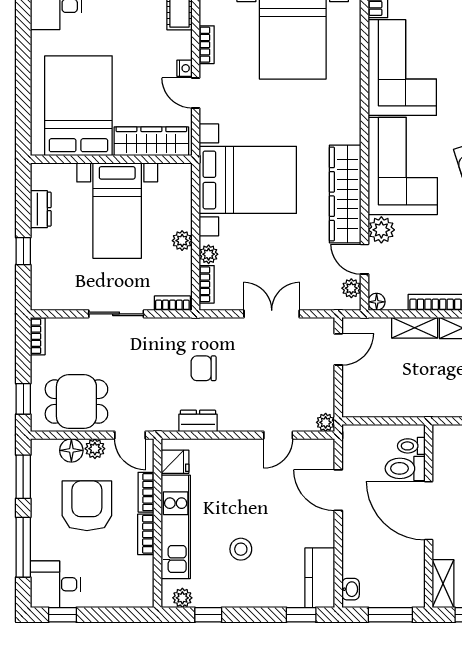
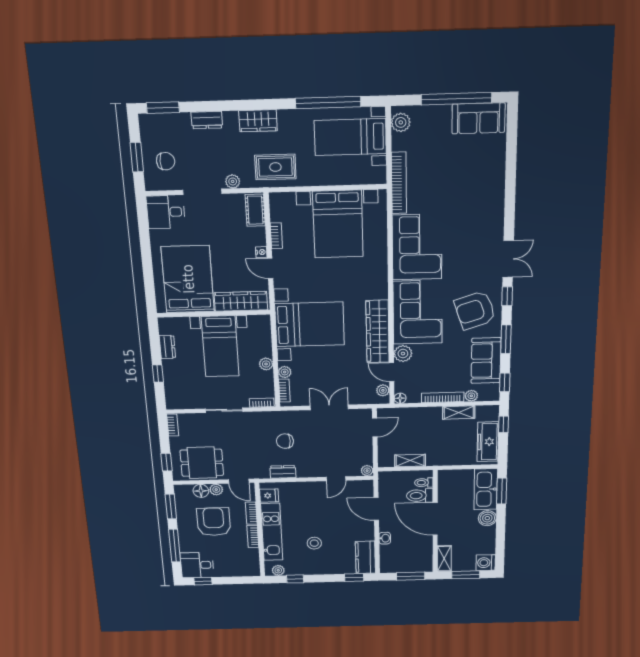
shelving: (415, 328) -> (410, 461), moved
washbasin: (351, 589) -> (385, 538), moved

